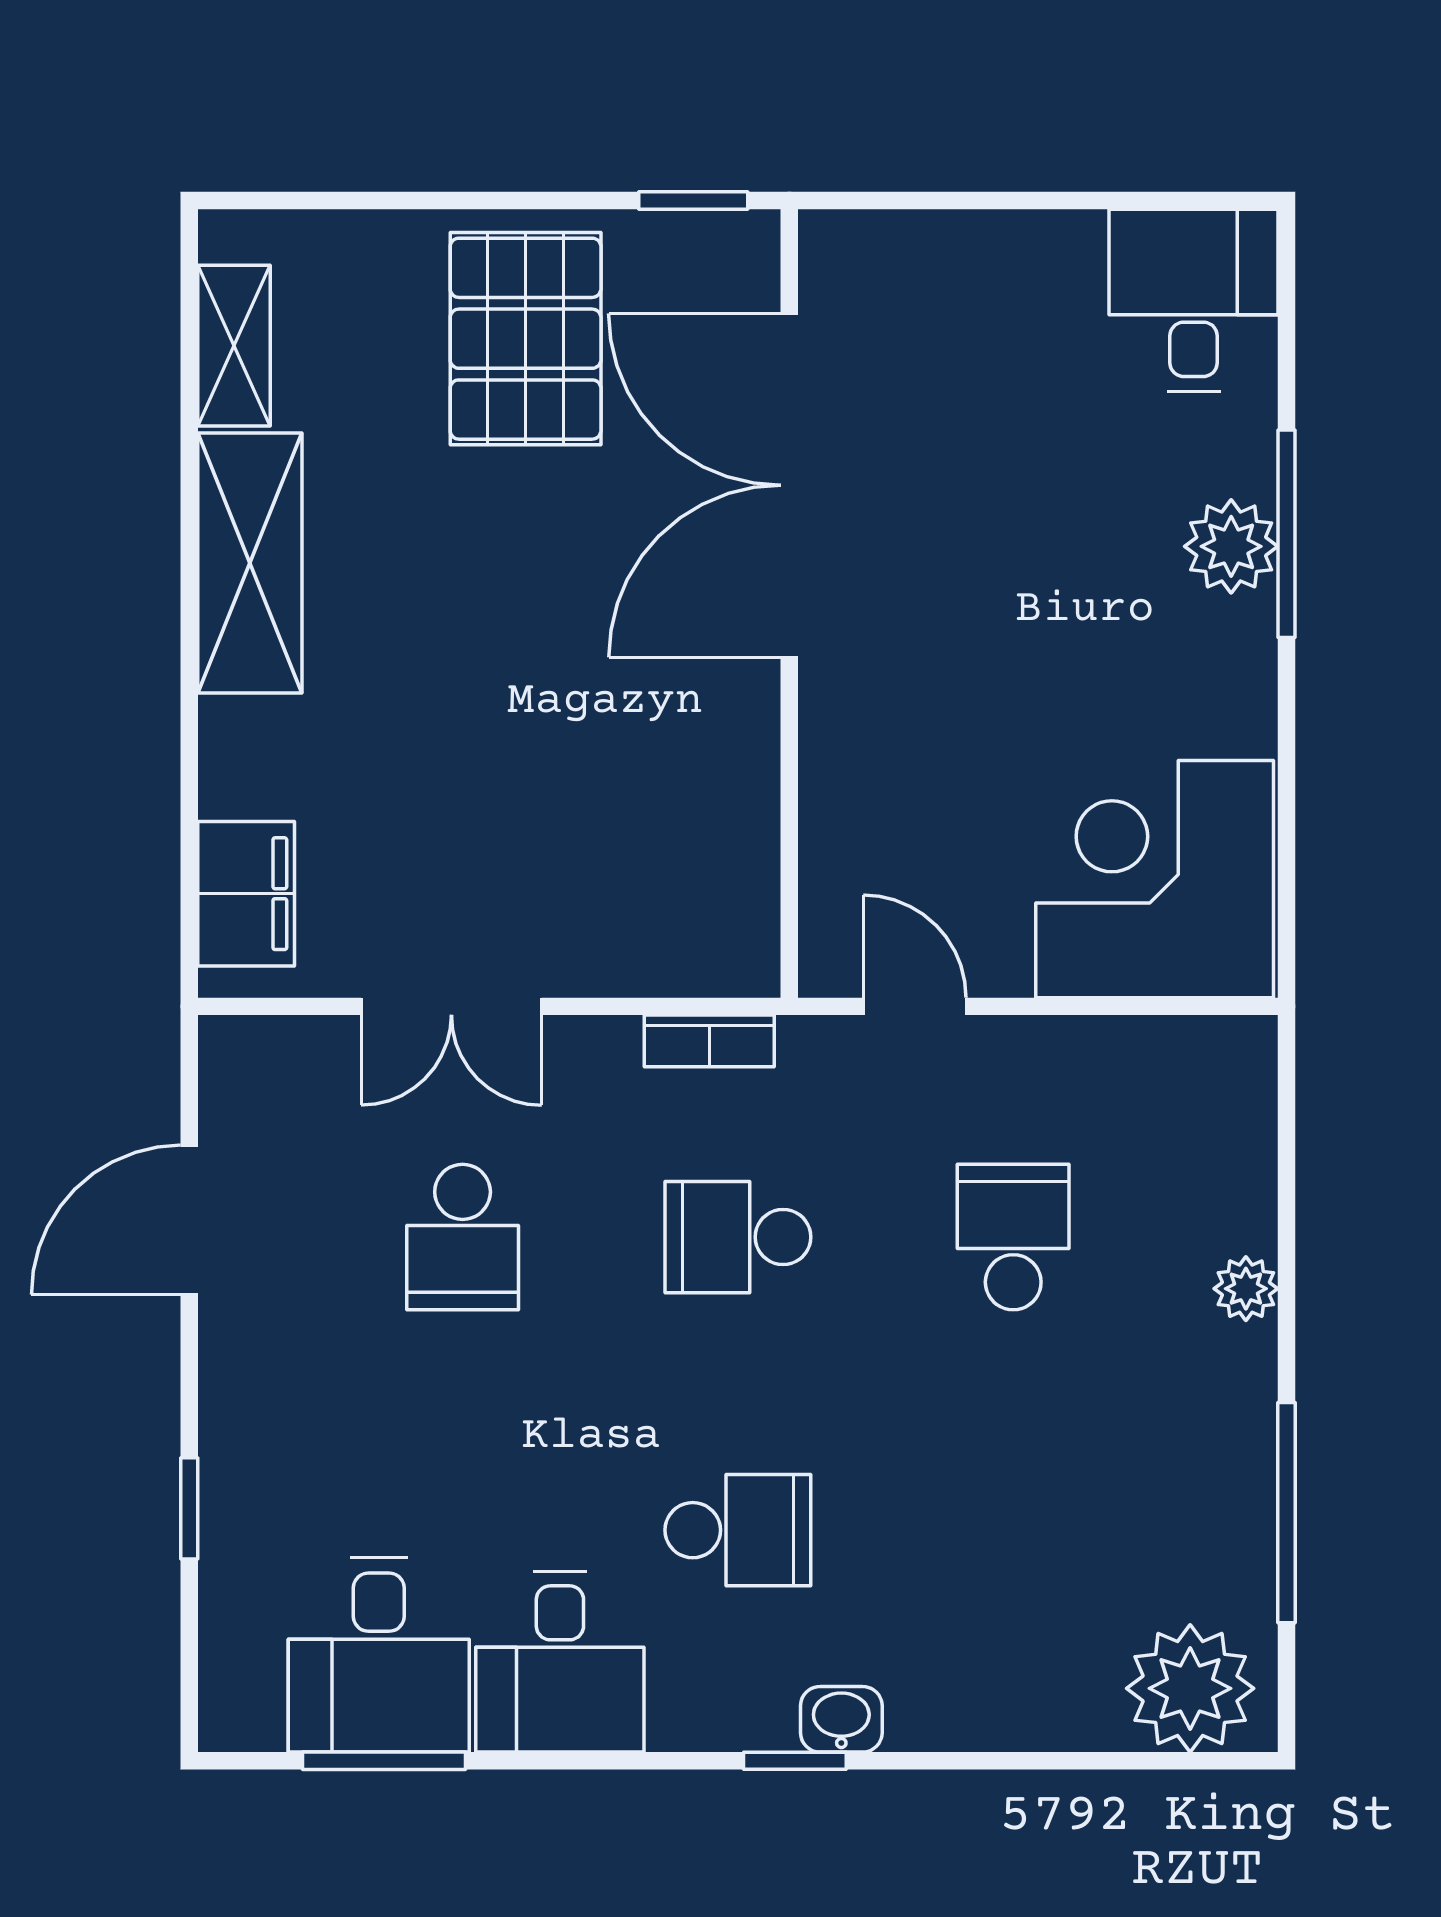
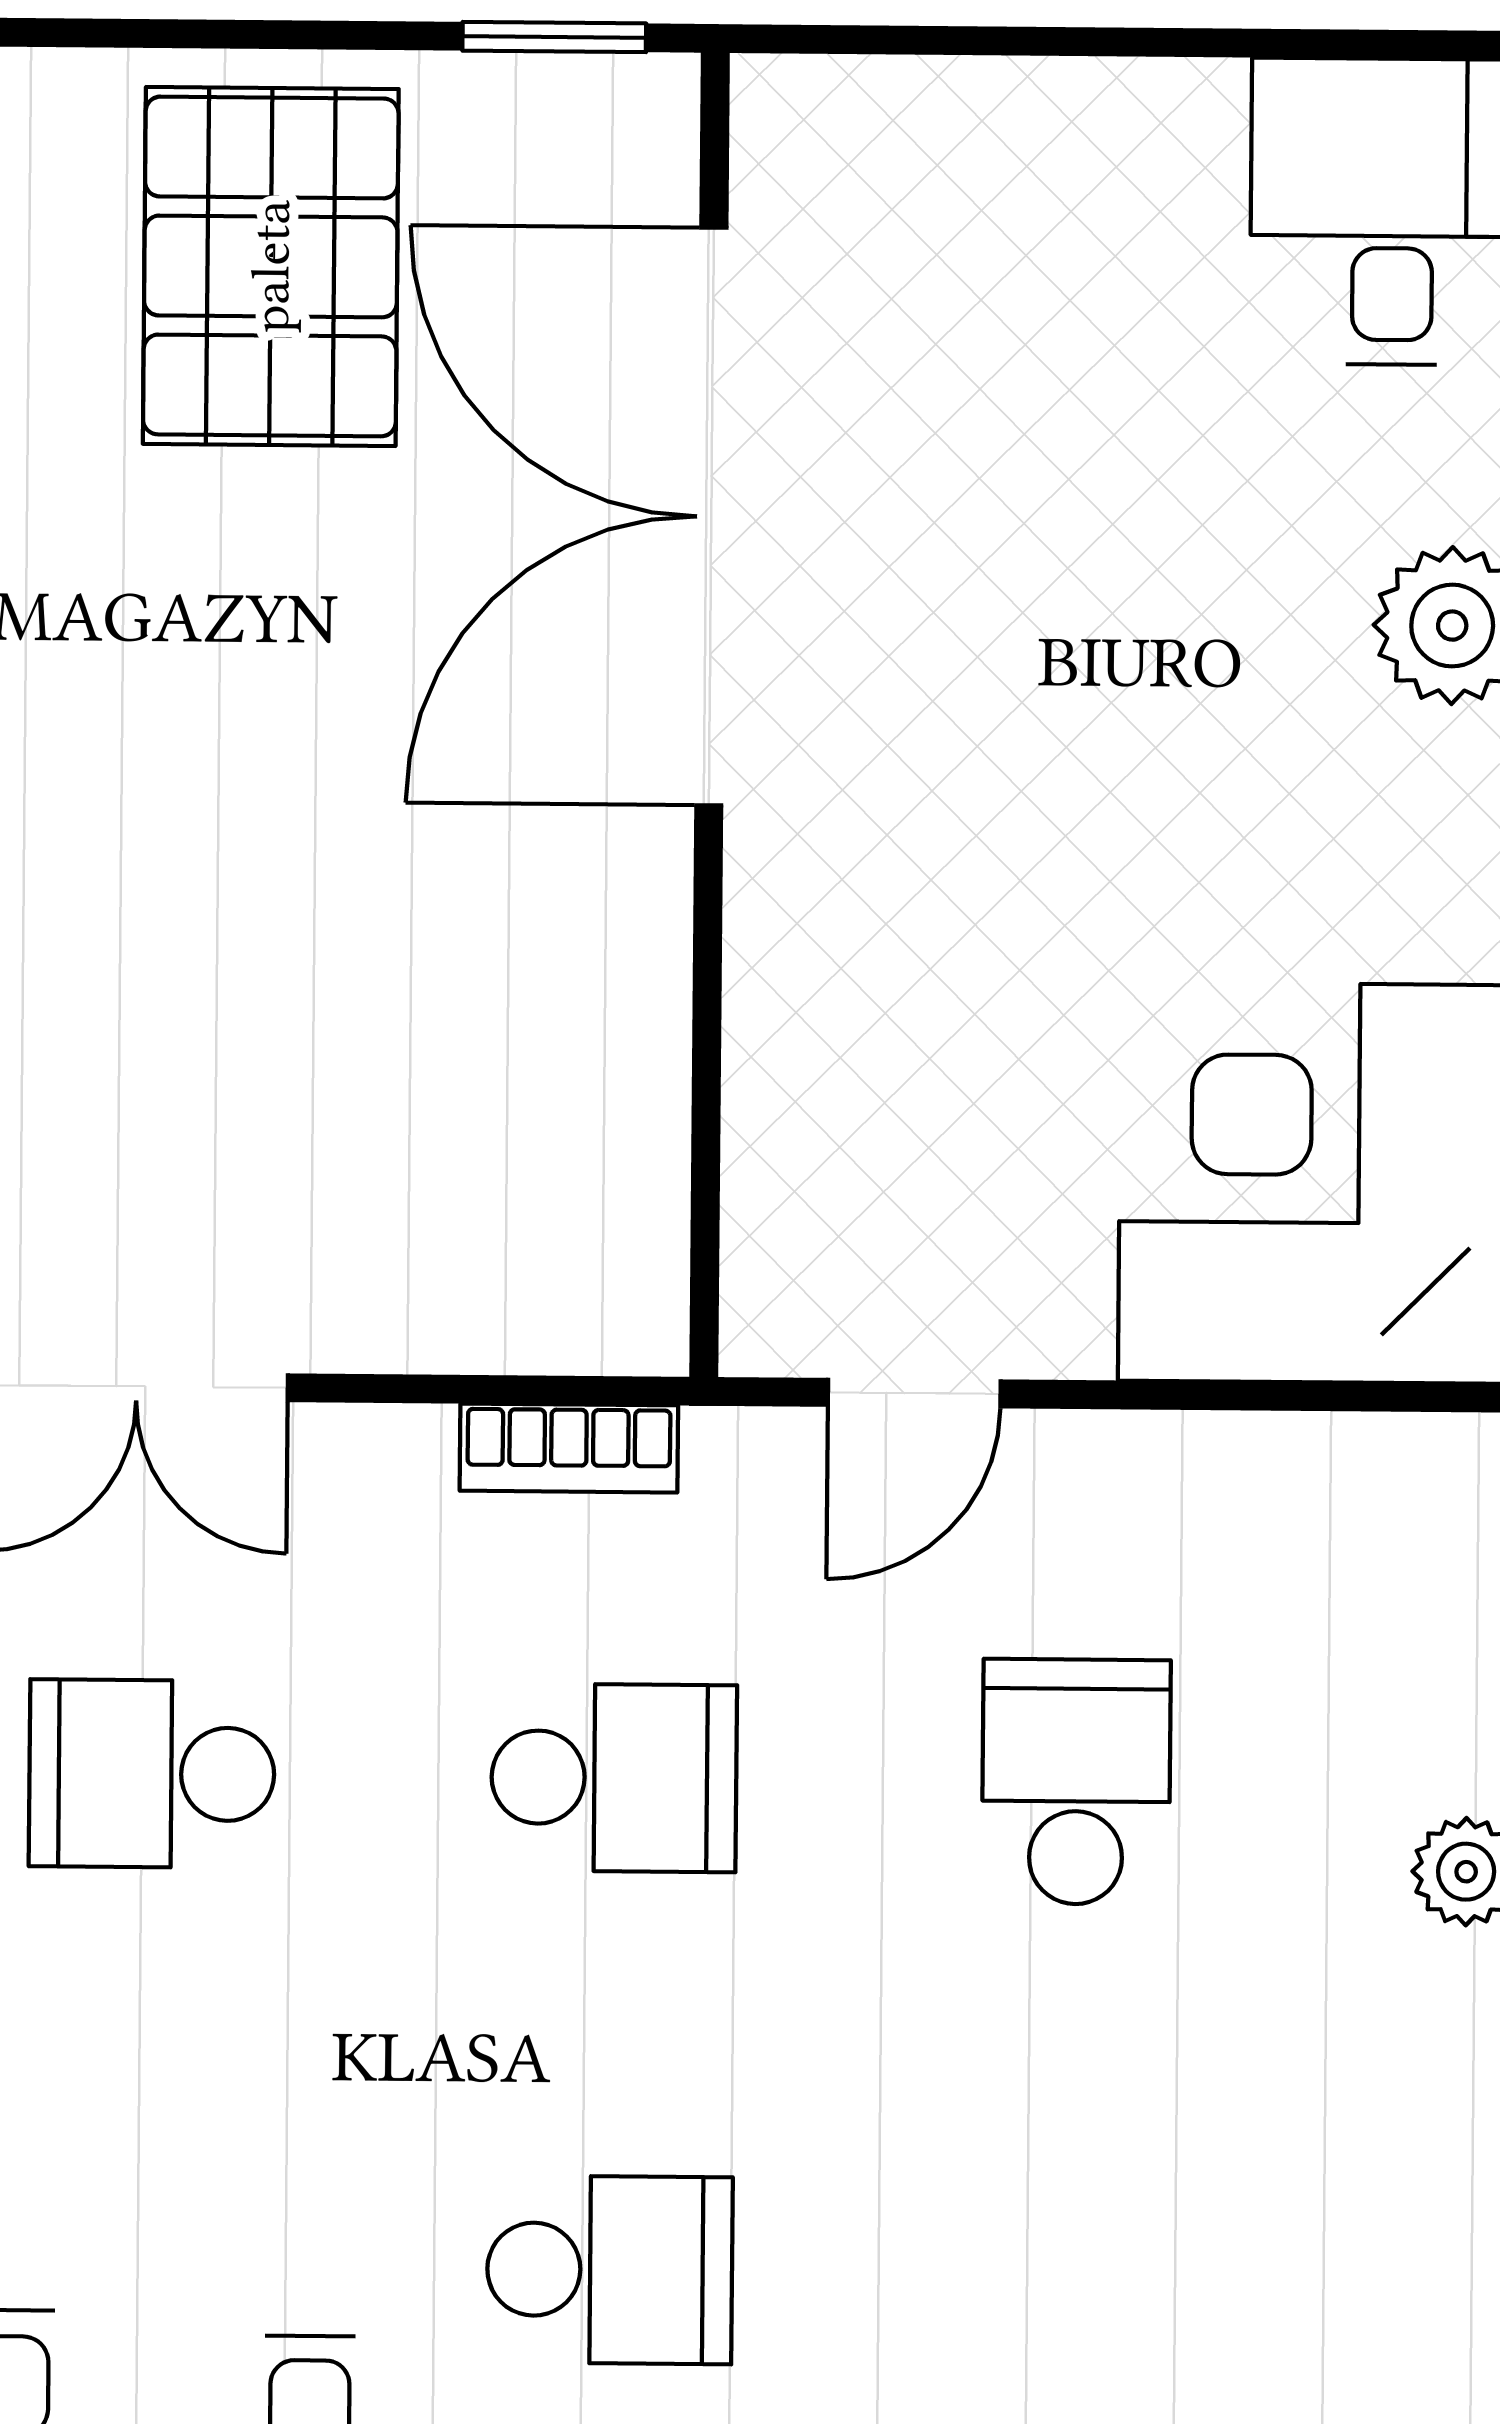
door: (915, 1006) -> (914, 1393), swing flipped
school desk: (463, 1237) -> (152, 1774), turned 90
school desk: (738, 1237) -> (614, 1778), turned 180

